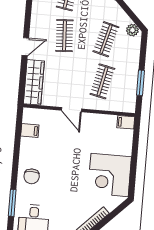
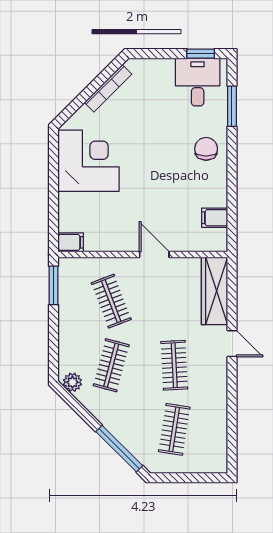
door: (25, 47) -> (232, 344), swing flipped
clothes rail: (102, 81) -> (111, 301), turned -33
window: (141, 83) -> (54, 285), moved

